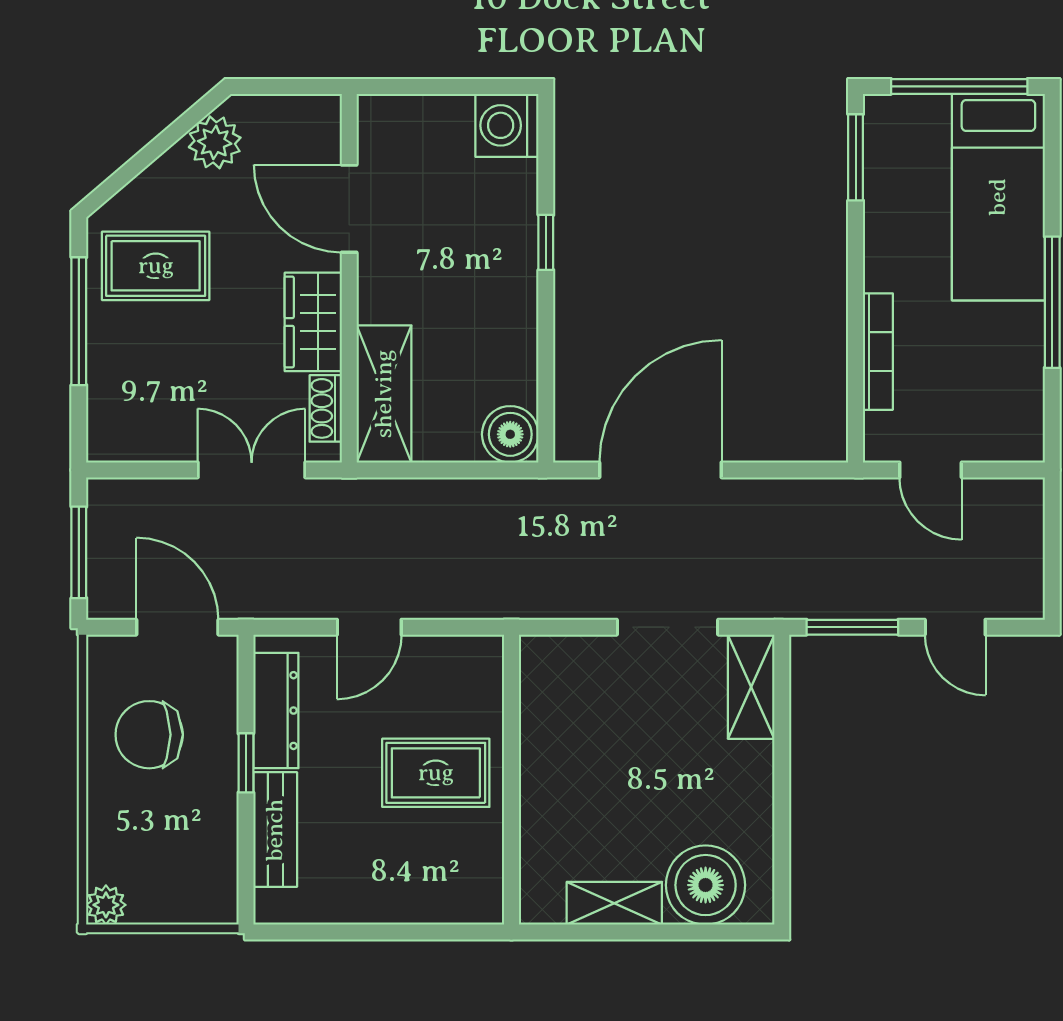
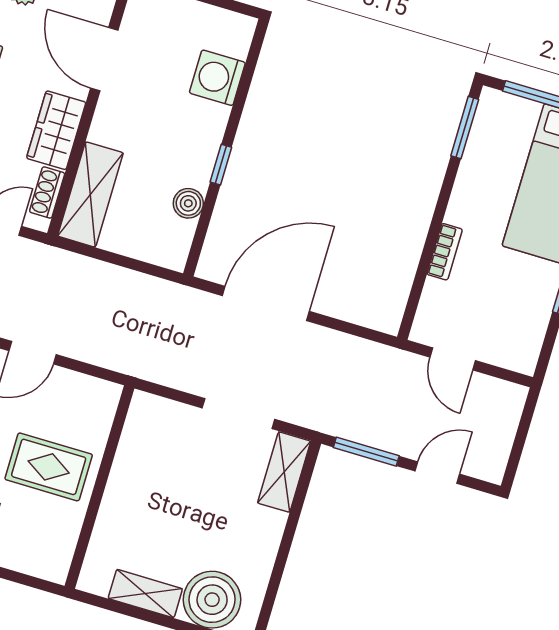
washing machine: (507, 125) -> (217, 78), moved
window: (546, 242) -> (221, 165), moved
bookcase: (878, 352) -> (445, 252), width x0.64
boiler: (510, 434) -> (188, 203), moved, width x0.73, depth x0.73
door: (955, 627) -> (437, 473), swing flipped

